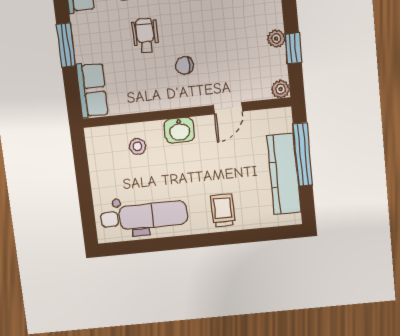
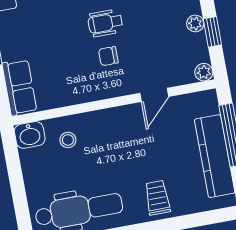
wheelchair: (145, 35) -> (105, 23), moved, turned -90
washbasin: (179, 130) -> (30, 135), moved

